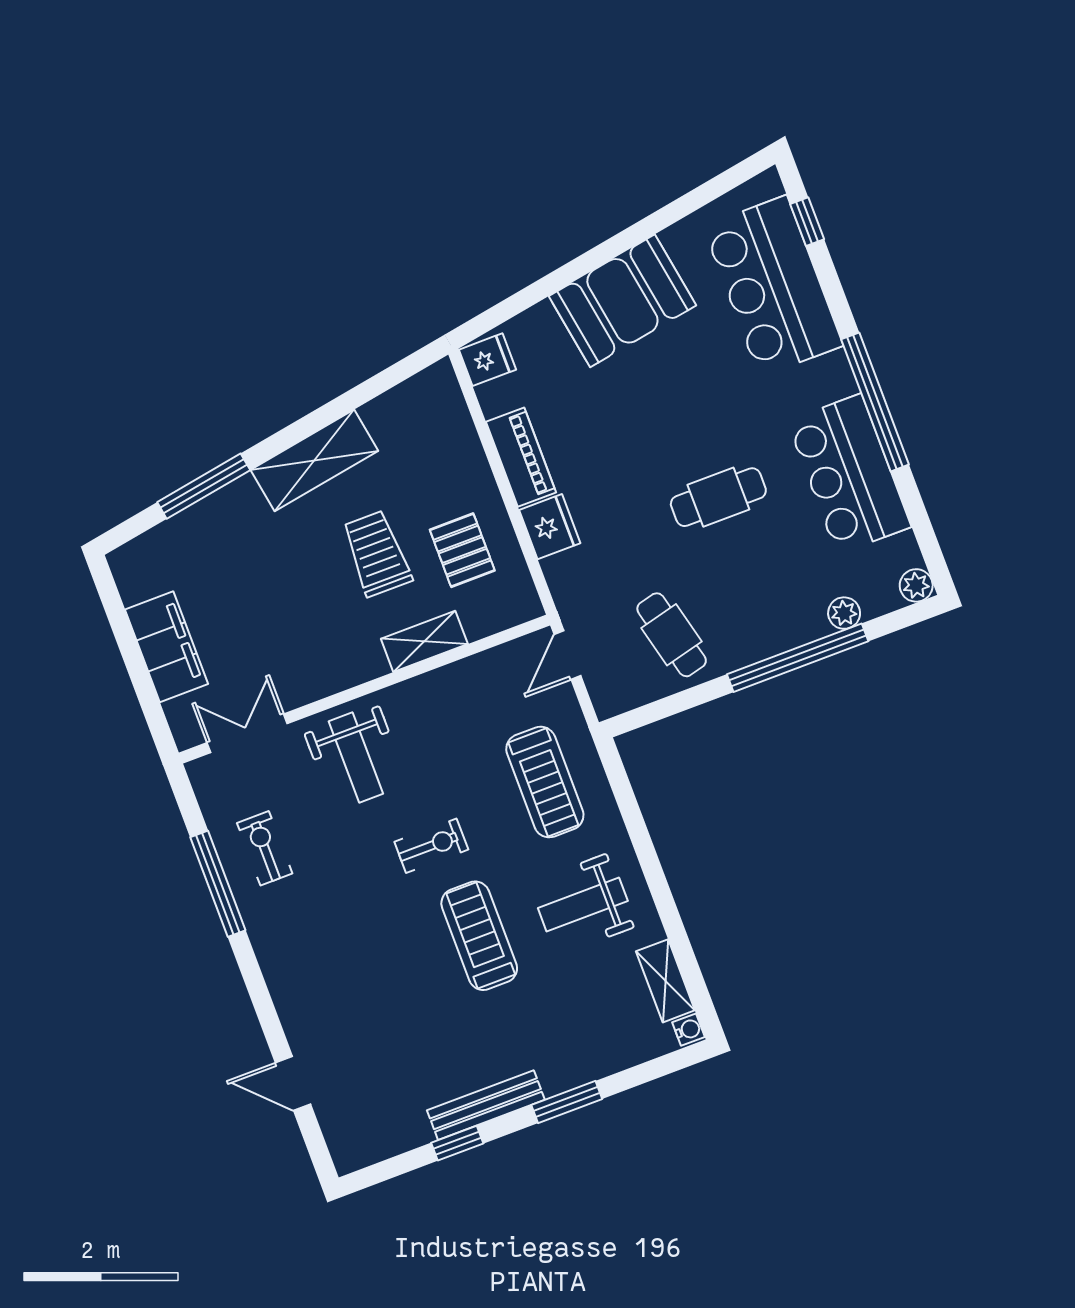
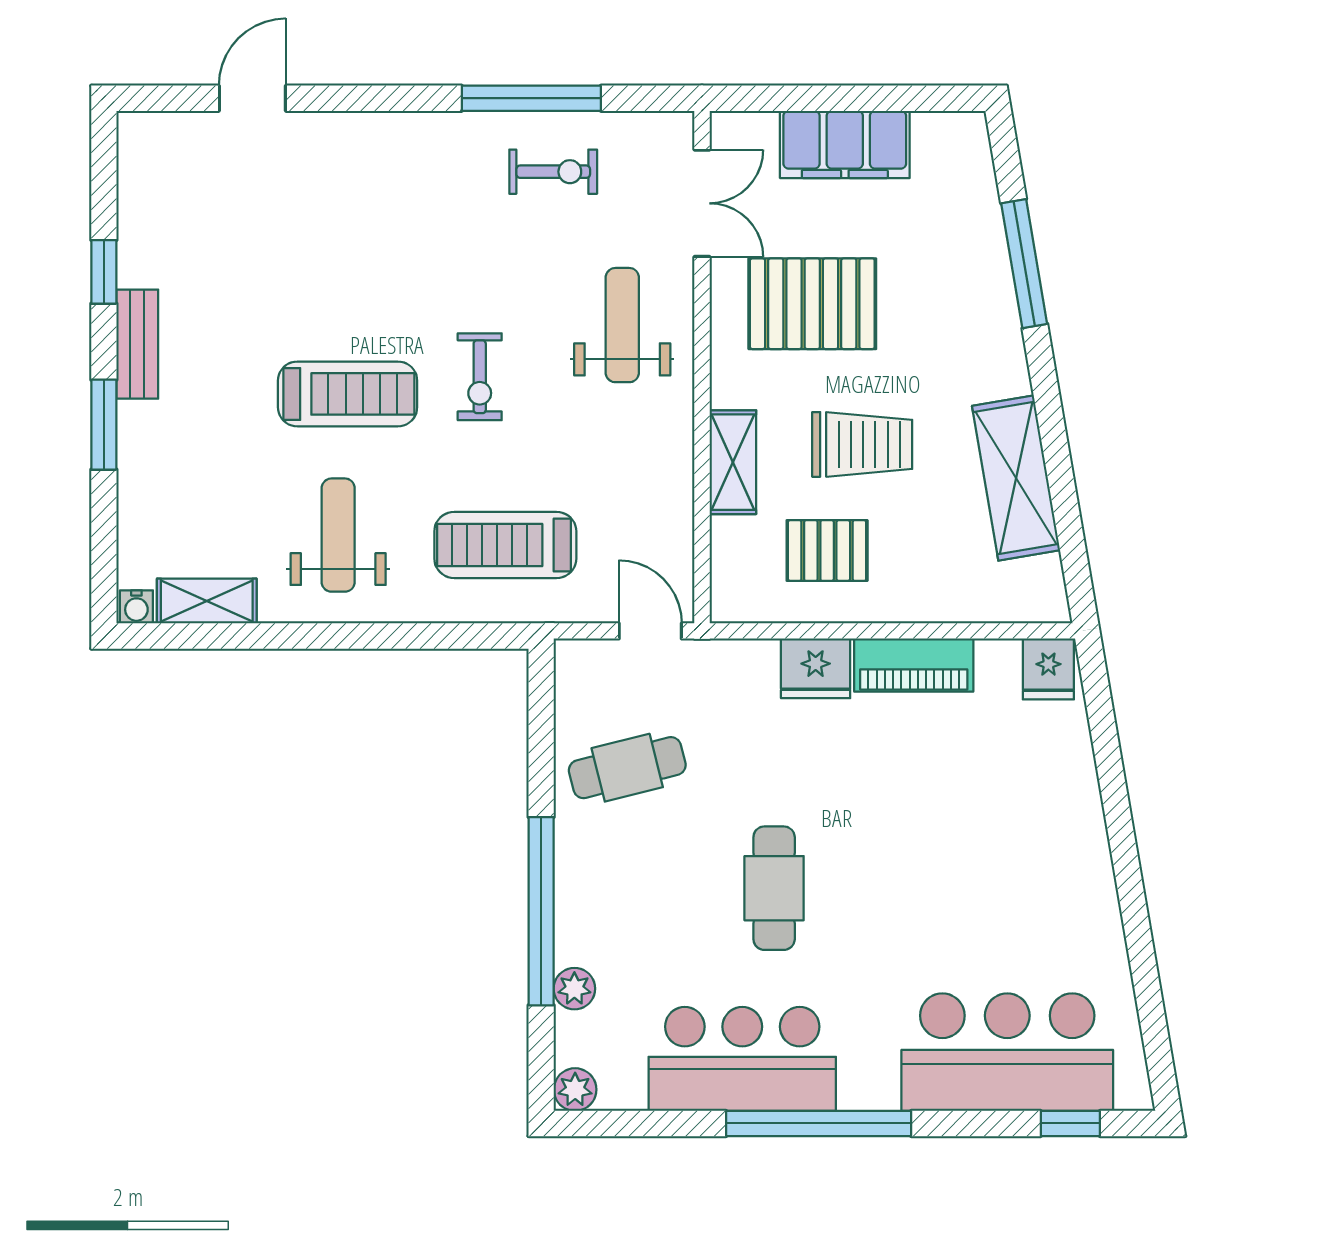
booth: (622, 301) -> (1058, 861), removed
shelving: (314, 460) -> (1016, 478), moved
pallet: (289, 627) -> (812, 304), added
weight bench: (356, 757) -> (622, 325), turned 90
bench: (486, 1105) -> (137, 344), width x0.73

